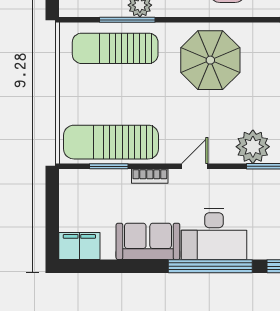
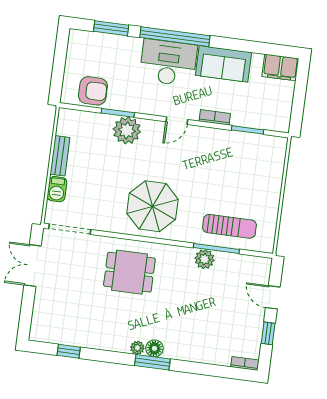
sun lounger: (115, 48) -> (229, 226), width x0.73, depth x0.75
sun lounger: (111, 142) -> (243, 150), removed

